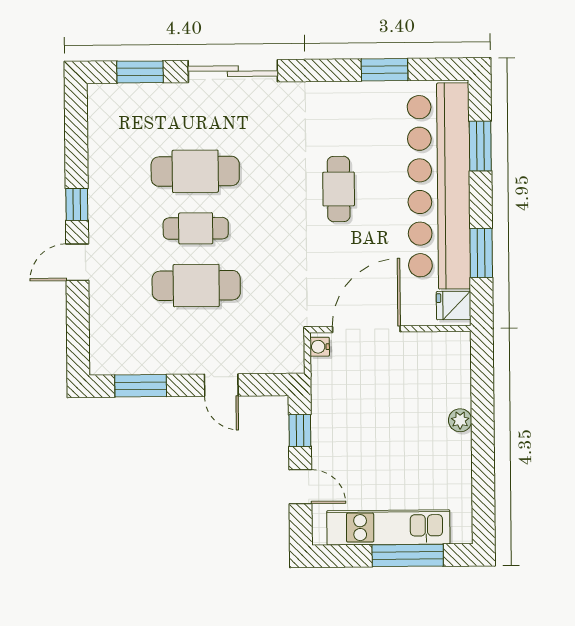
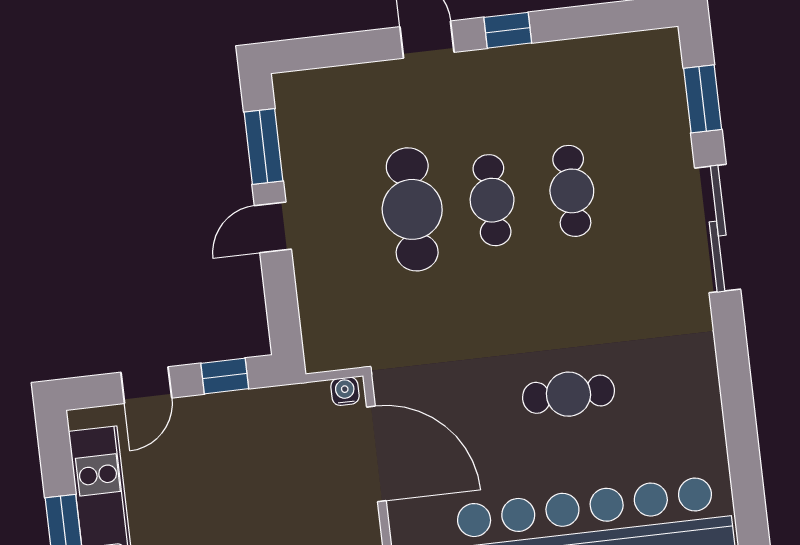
window: (385, 70) -> (742, 441), removed
cafe table: (195, 171) -> (572, 191), width x0.73, depth x0.74
door: (221, 385) -> (273, 227), moved

